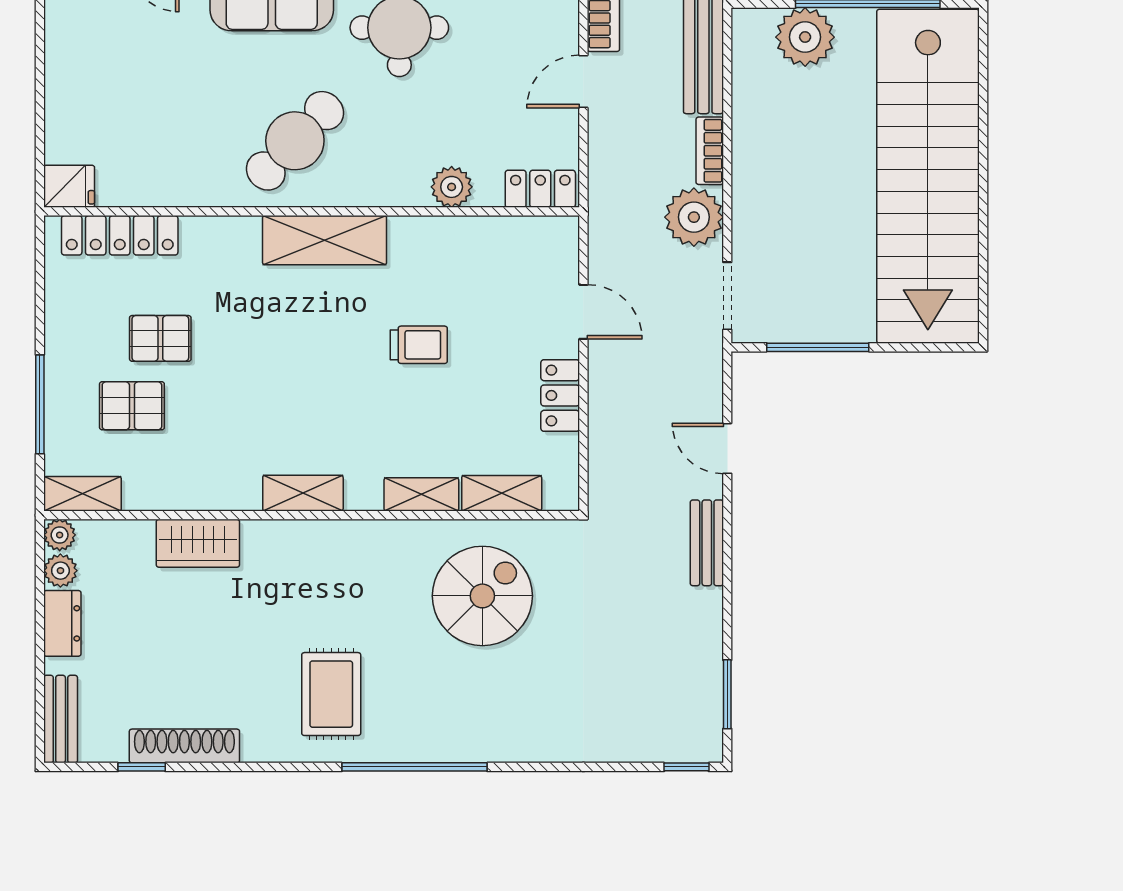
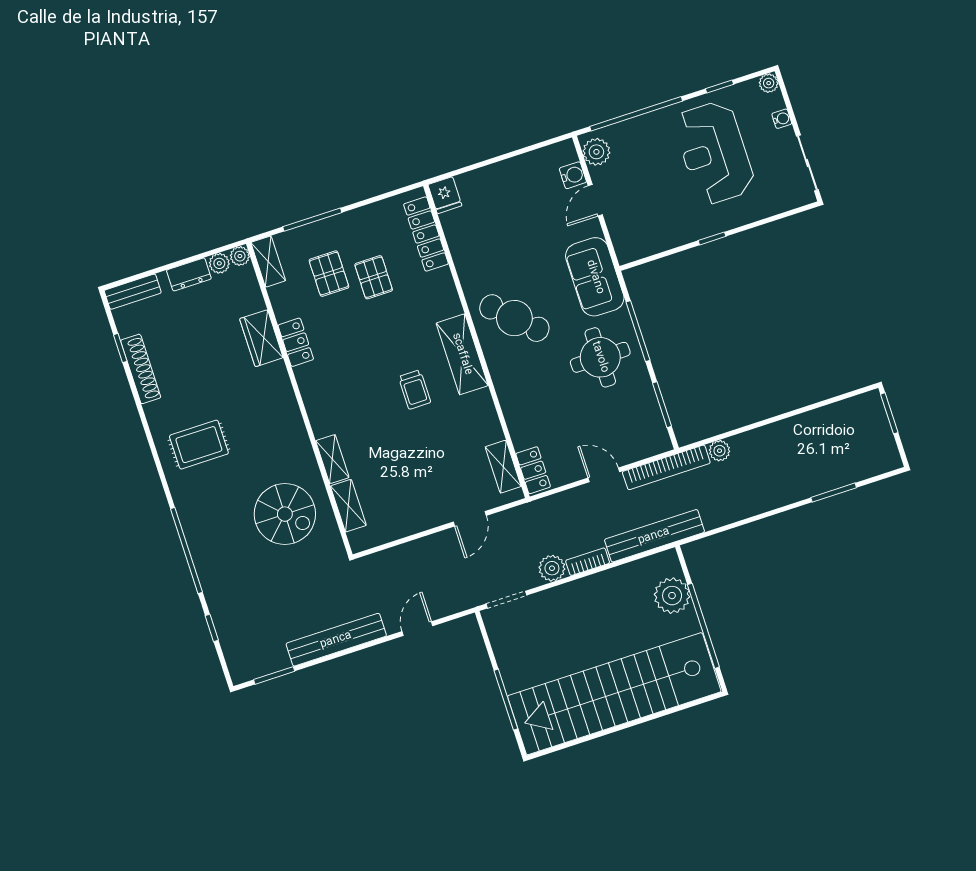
plant: (452, 187) -> (517, 418), removed
plant: (694, 217) -> (552, 568), width x0.73, depth x0.73
trolley: (419, 345) -> (415, 390), moved
window: (818, 347) -> (506, 700), moved
locker: (560, 395) -> (296, 342), moved, turned 90
shelving: (303, 493) -> (503, 467), moved
bench: (707, 543) -> (336, 640), width x1.86, depth x1.21
window: (415, 767) -> (186, 550), moved
window: (686, 767) -> (212, 628), moved

